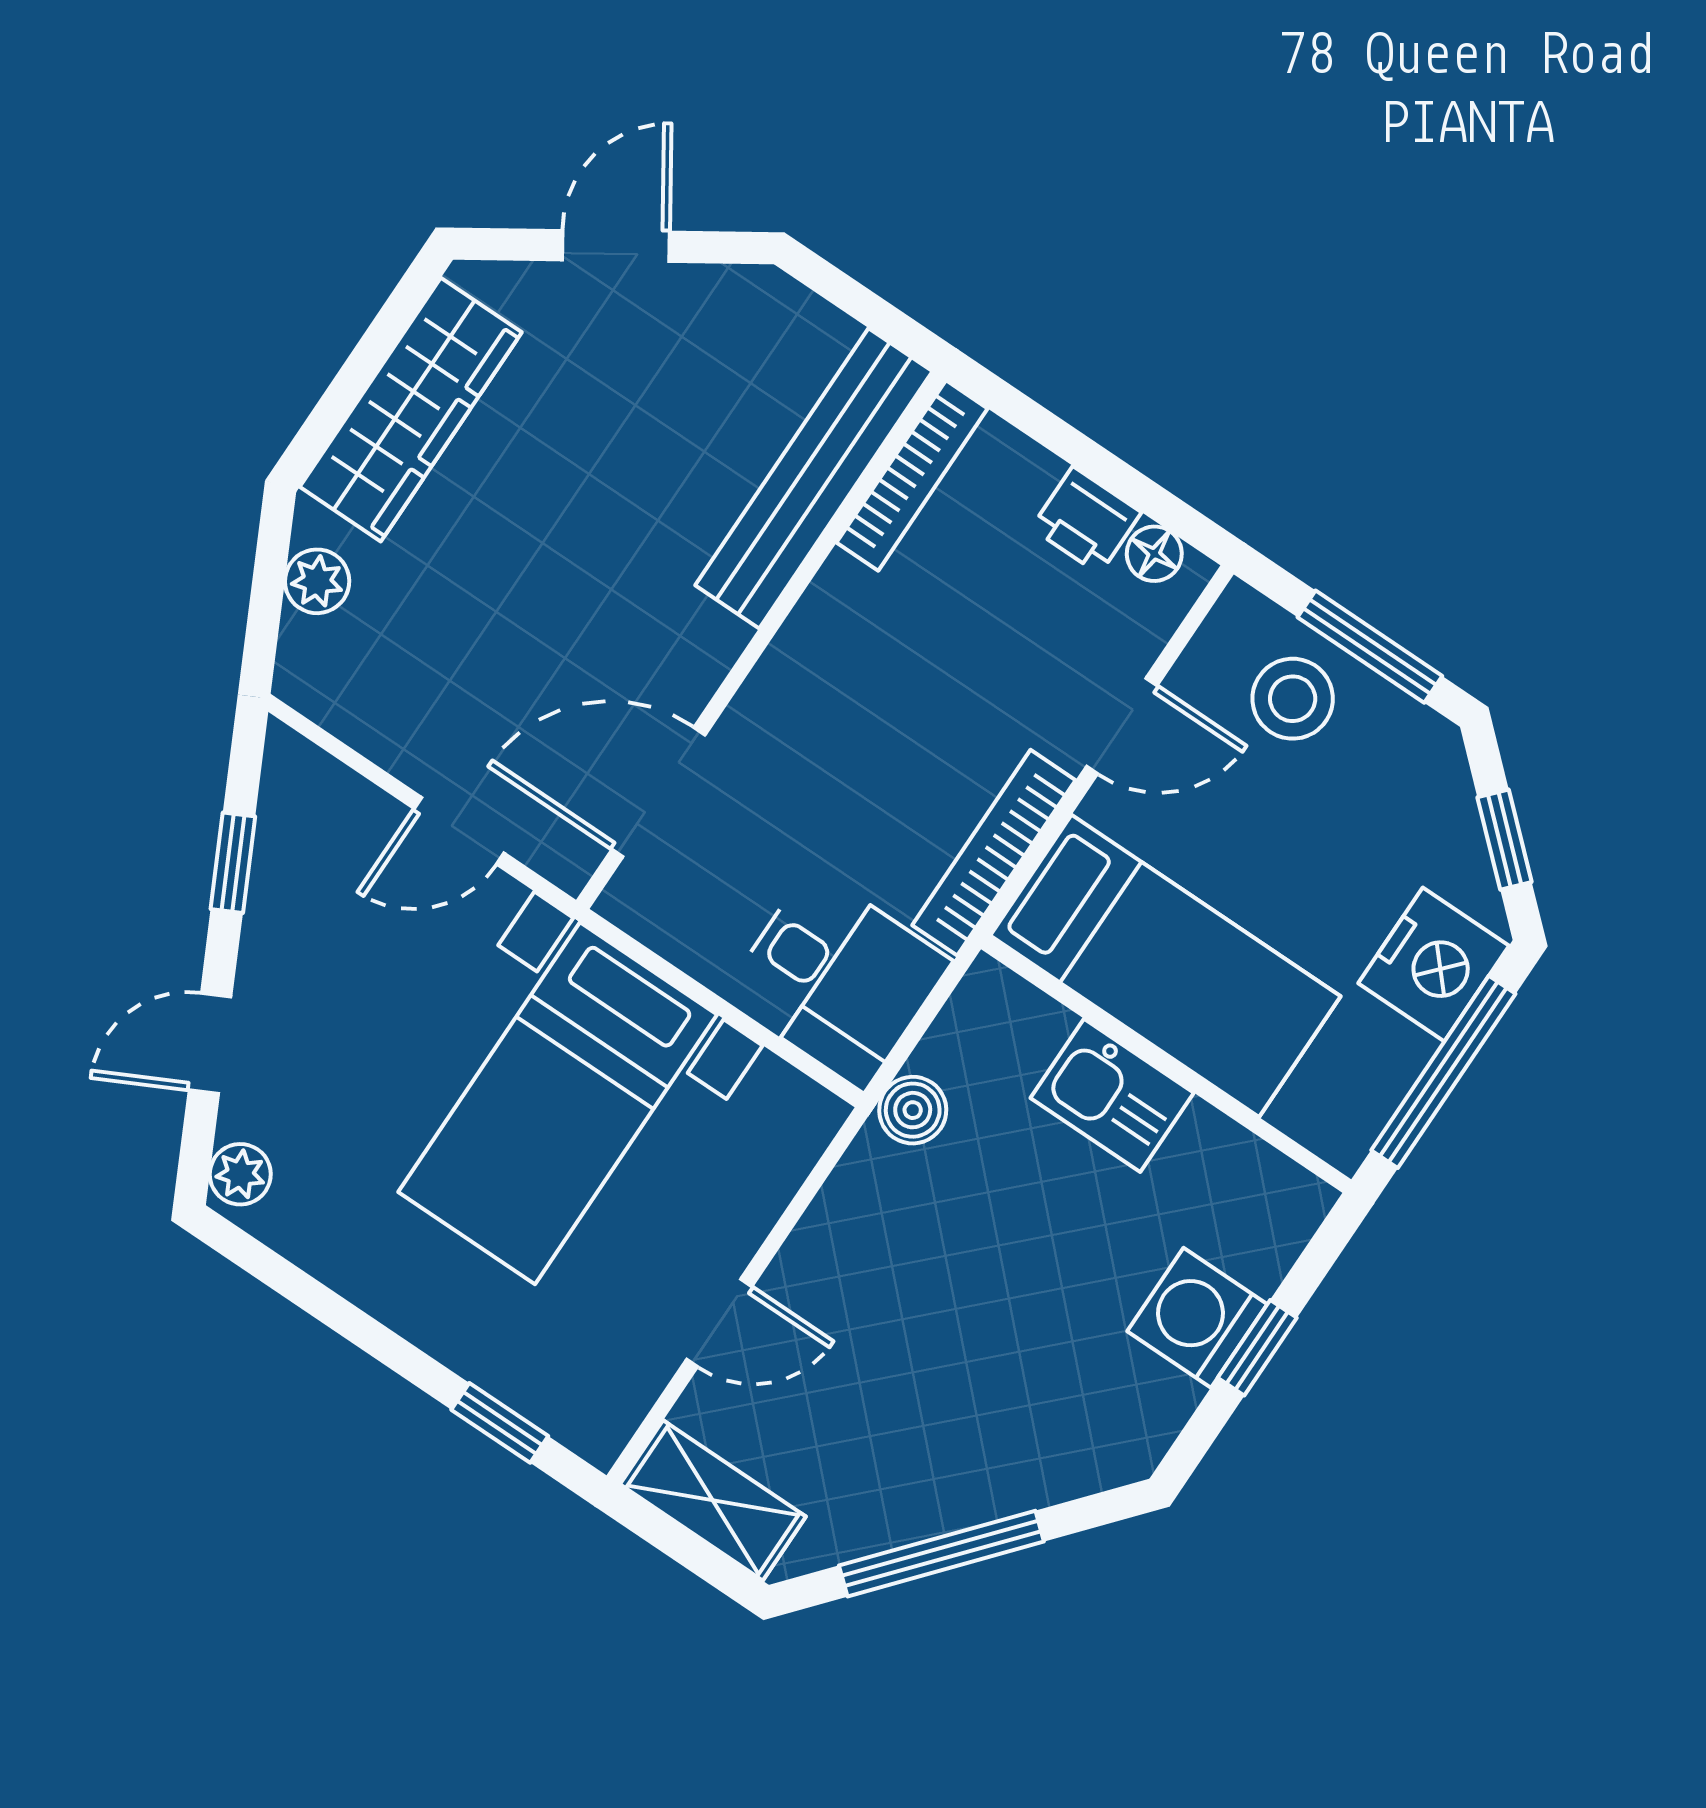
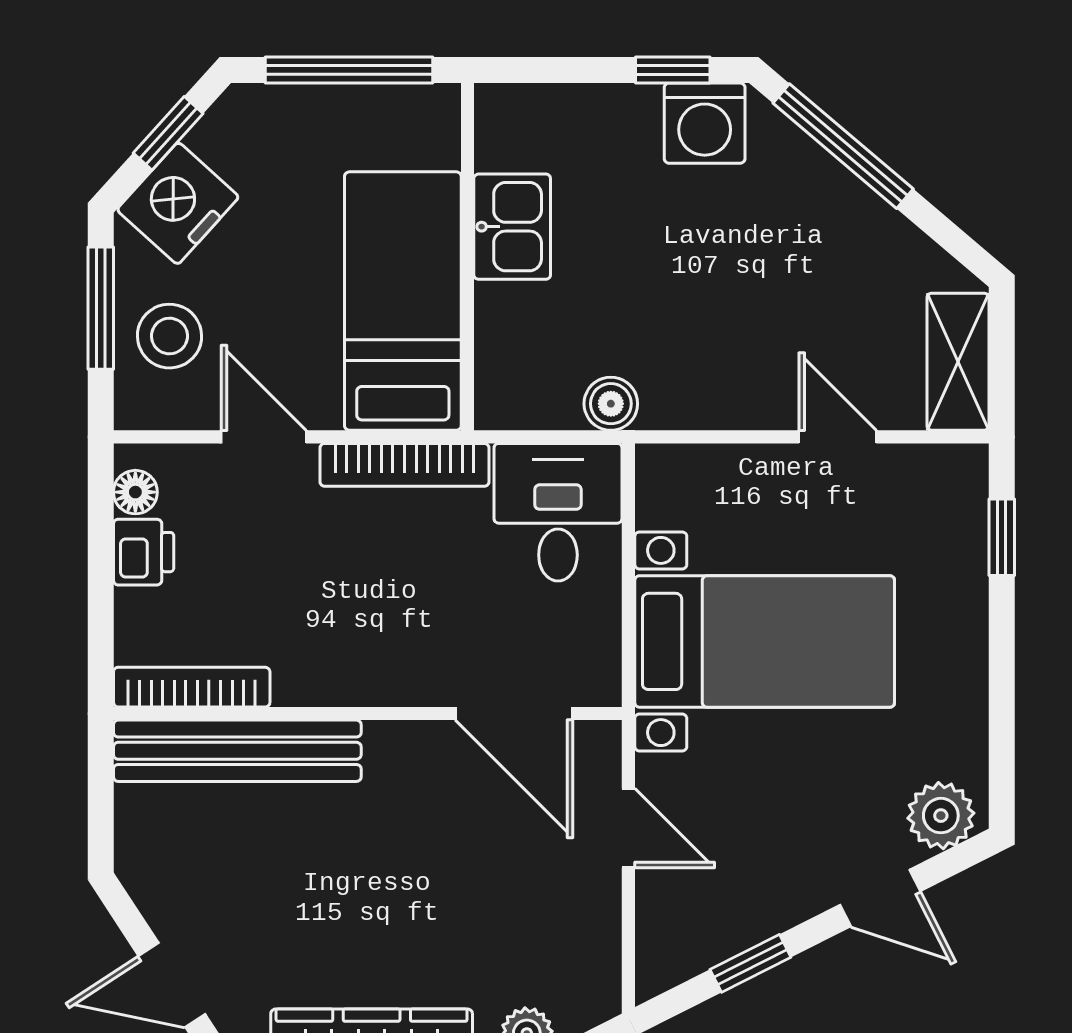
nightstand: (1434, 964) -> (178, 203), moved, turned -48
kitchen sink: (1112, 1095) -> (512, 227), moved
plant: (240, 1174) -> (941, 816), width x1.38, depth x1.38
washing machine: (1197, 1318) -> (705, 123), moved
window: (1257, 1348) -> (673, 70), moved
window: (941, 1554) -> (843, 146), moved

